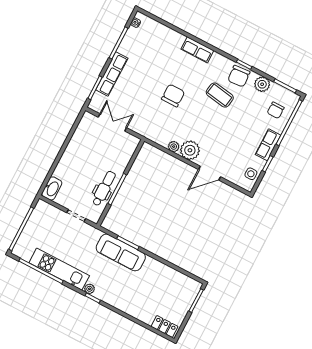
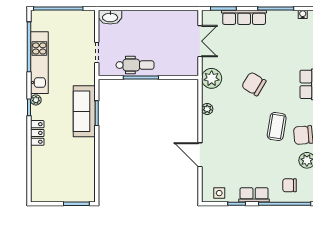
chair: (173, 95) -> (254, 84), turned -149
plant: (190, 150) -> (212, 78), moved
locker: (164, 326) -> (37, 133), moved

